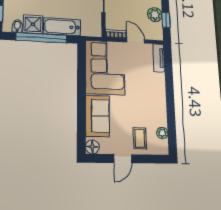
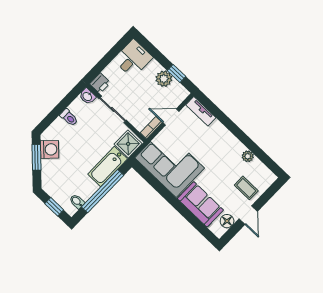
shower: (33, 24) -> (128, 144), moved
plant: (162, 133) -> (248, 156), moved
floor lamp: (92, 147) -> (227, 221), moved

